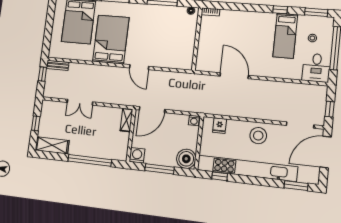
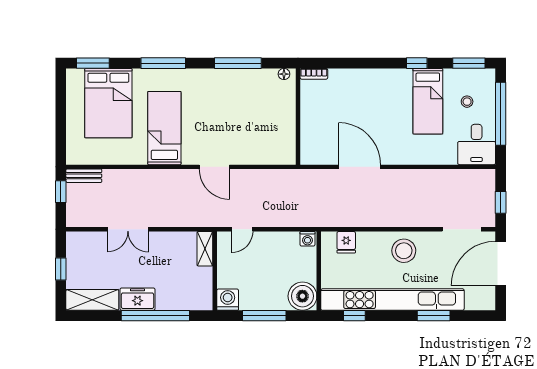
bed: (111, 39) -> (164, 128), width x0.67
door: (152, 110) -> (242, 229), width x0.53
freezer: (80, 148) -> (137, 299), added
window: (296, 186) -> (434, 316), moved

